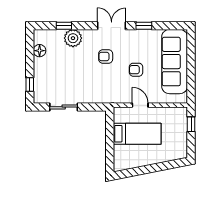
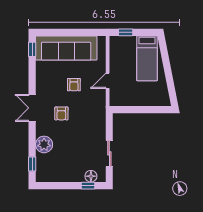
window: (64, 26) -> (32, 164), moved
window: (144, 26) -> (32, 49), moved
floor lamp: (40, 51) -> (91, 176), moved
bed: (137, 134) -> (147, 58), moved, turned 180

